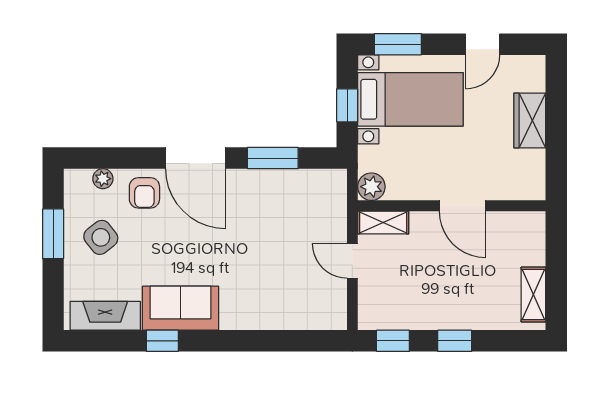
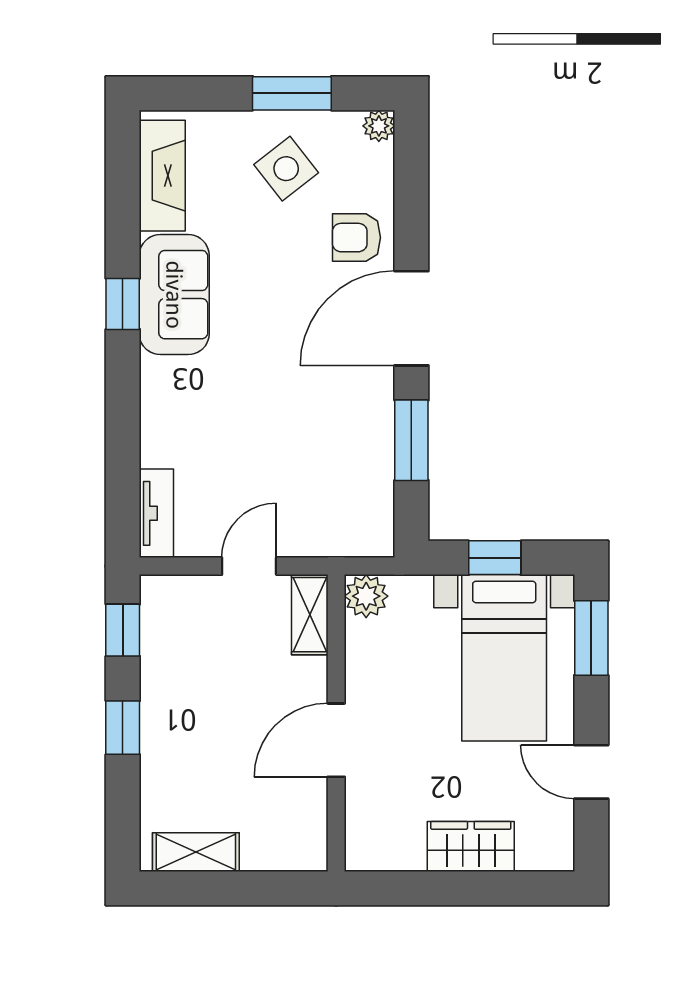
plant: (103, 179) -> (379, 126), moved
tv unit: (319, 319) -> (156, 513), added
window: (162, 341) -> (123, 304), moved

